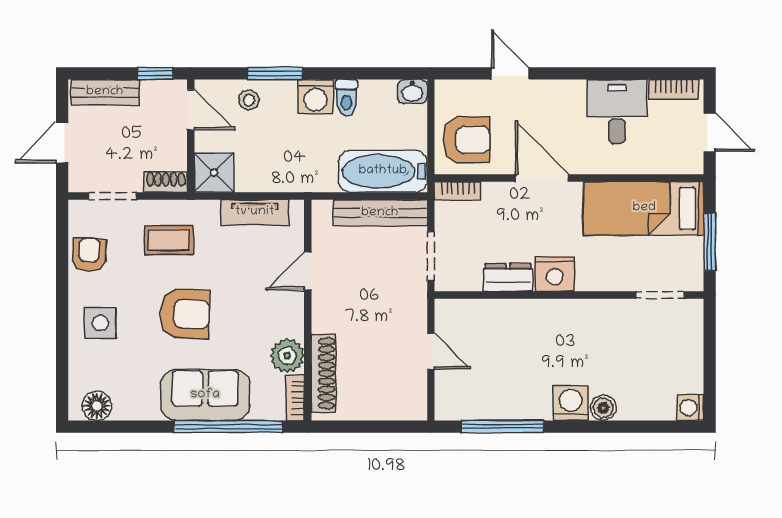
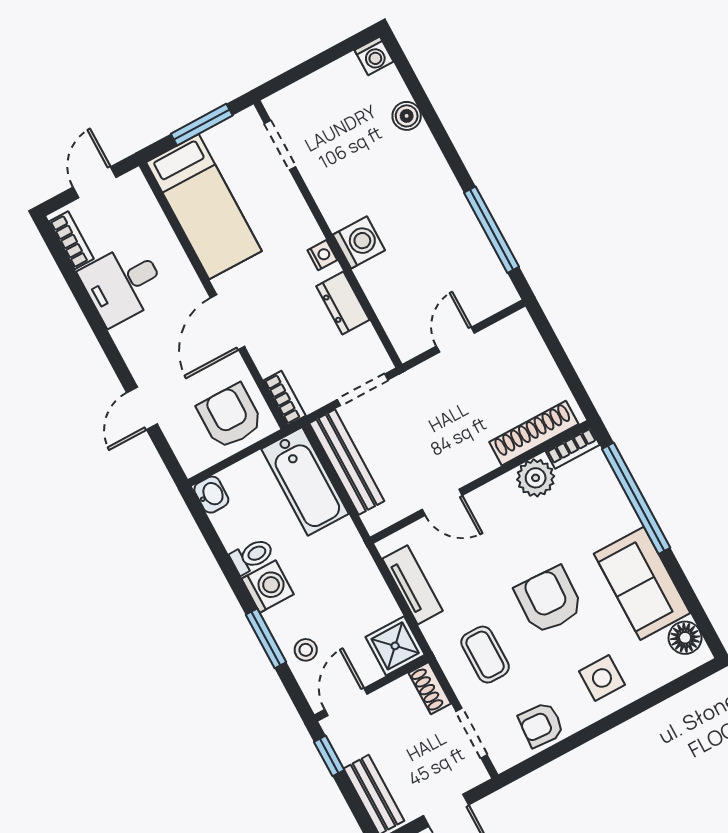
nightstand: (555, 274) -> (322, 255), width x0.53, depth x0.56
sofa: (205, 395) -> (642, 583), moved
washing machine: (571, 403) -> (359, 242), moved, turned 180
boiler: (603, 408) -> (407, 116), moved

